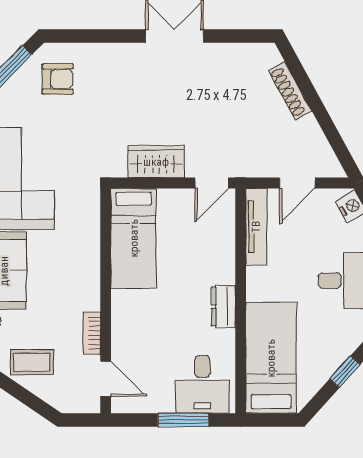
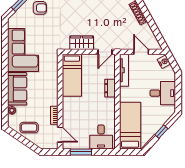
door: (297, 183) -> (141, 52), swing flipped
dresser: (223, 307) -> (110, 88), moved
window: (183, 420) -> (81, 152), moved

